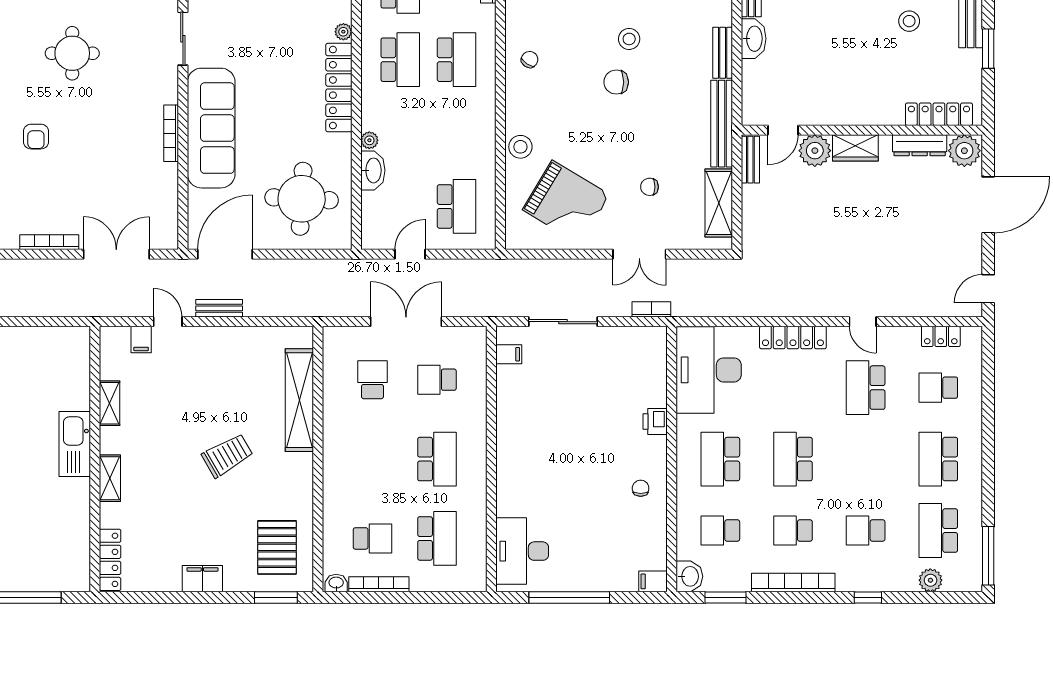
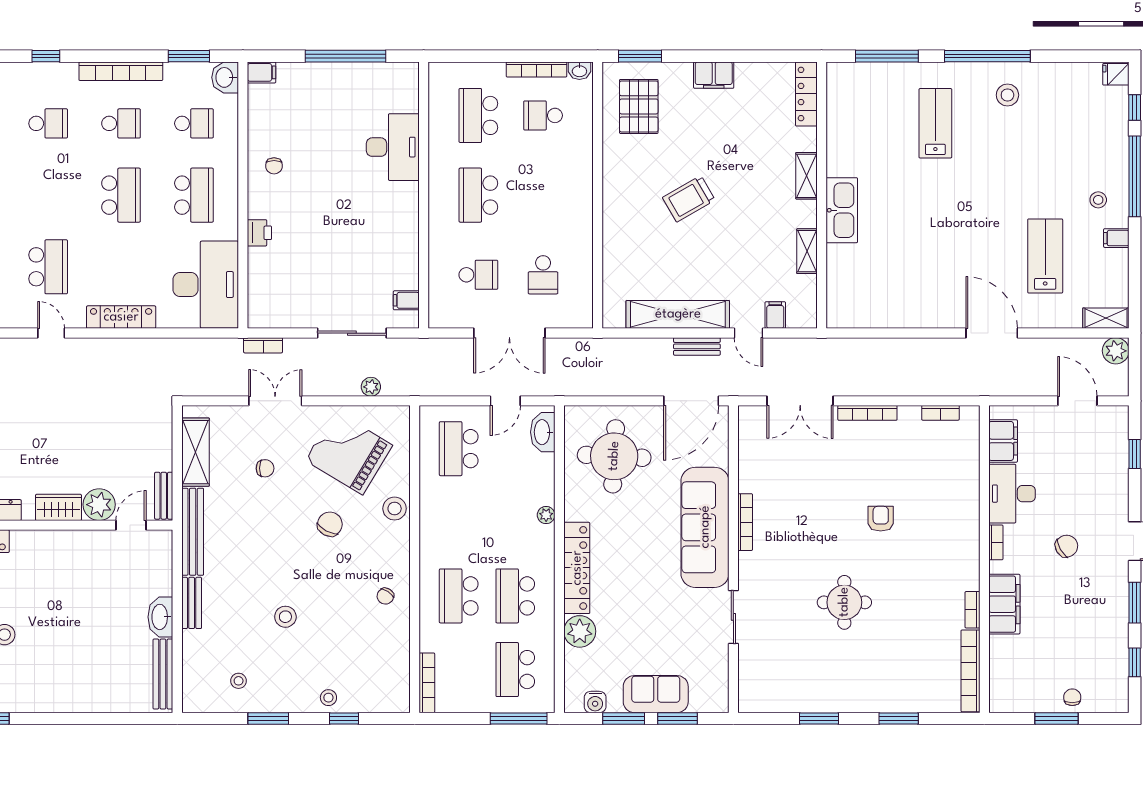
plant: (343, 32) -> (580, 631), width x1.88, depth x1.88
chair: (616, 82) -> (330, 524), moved, turned -62
washbasin: (373, 170) -> (543, 432), moved
plant: (544, 268) -> (371, 387), added
shelving: (299, 400) -> (678, 314), moved, turned 90
desk: (522, 551) -> (393, 147), moved

